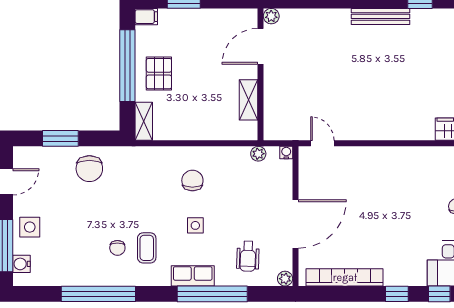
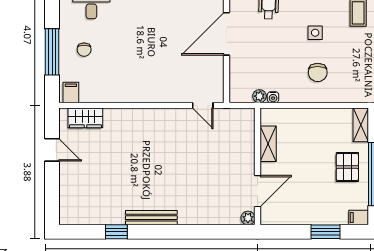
water cooler: (286, 153) -> (273, 97), moved

